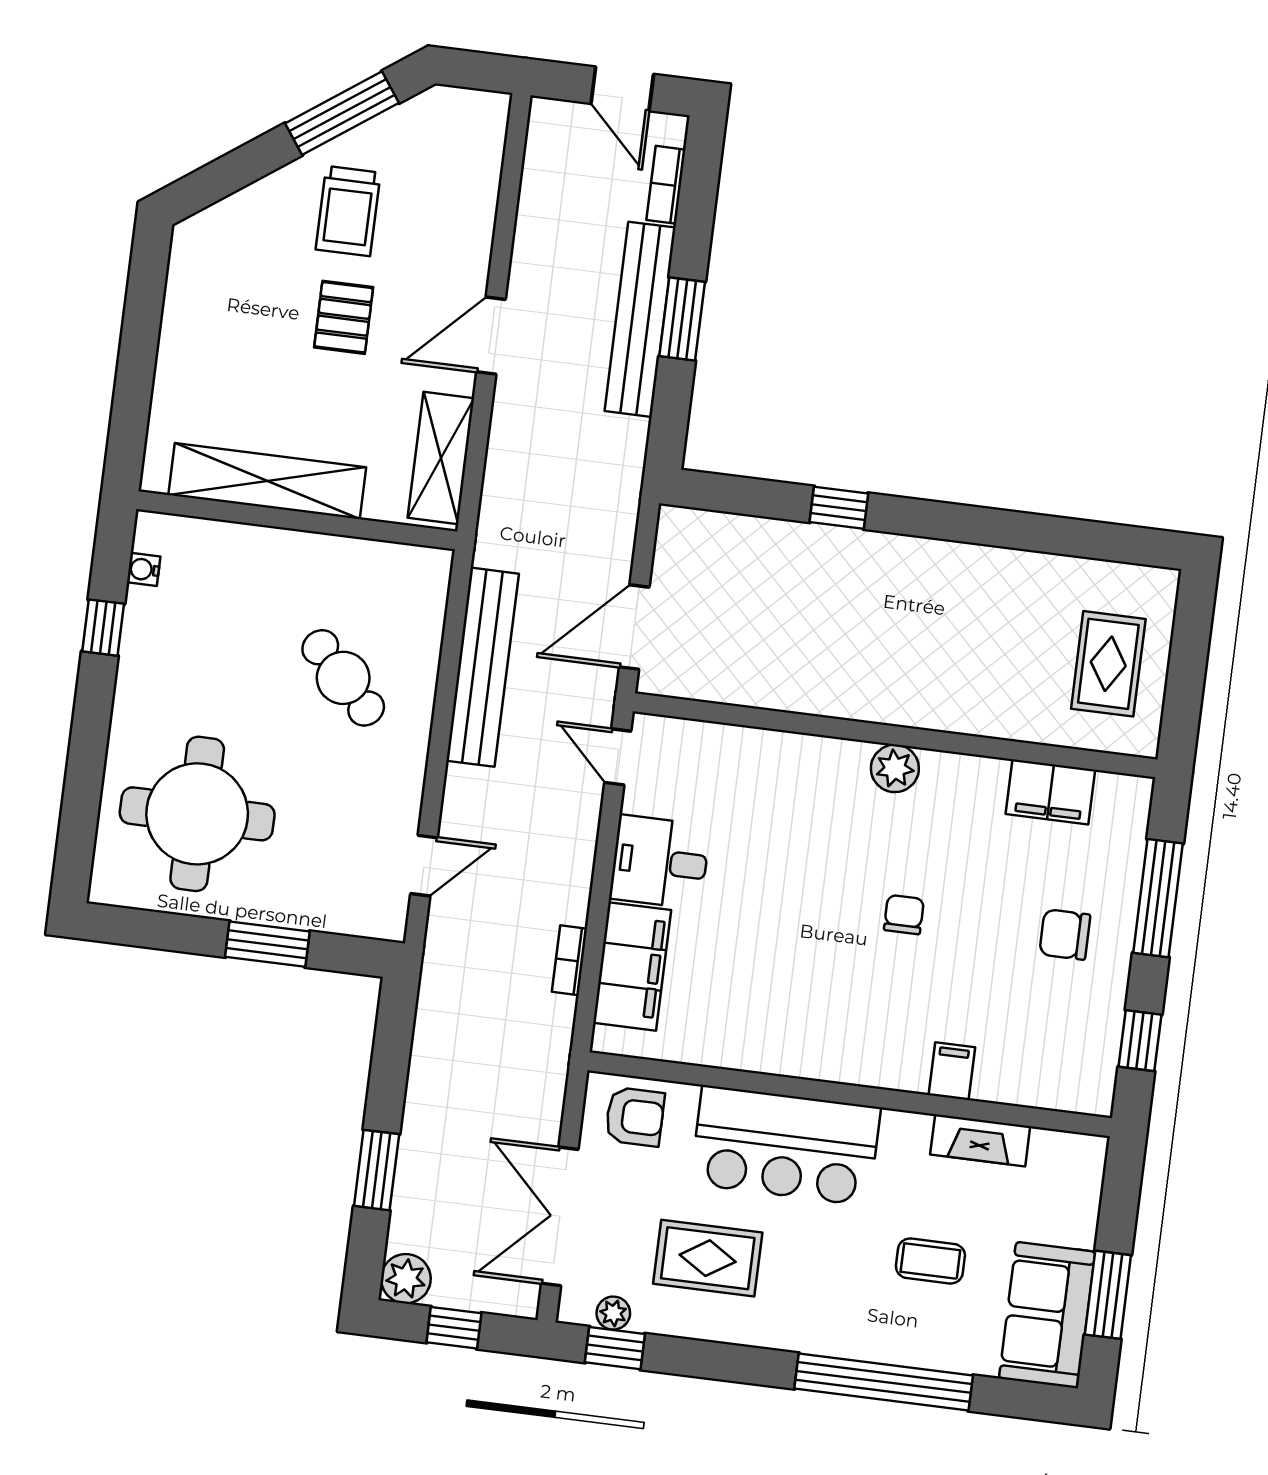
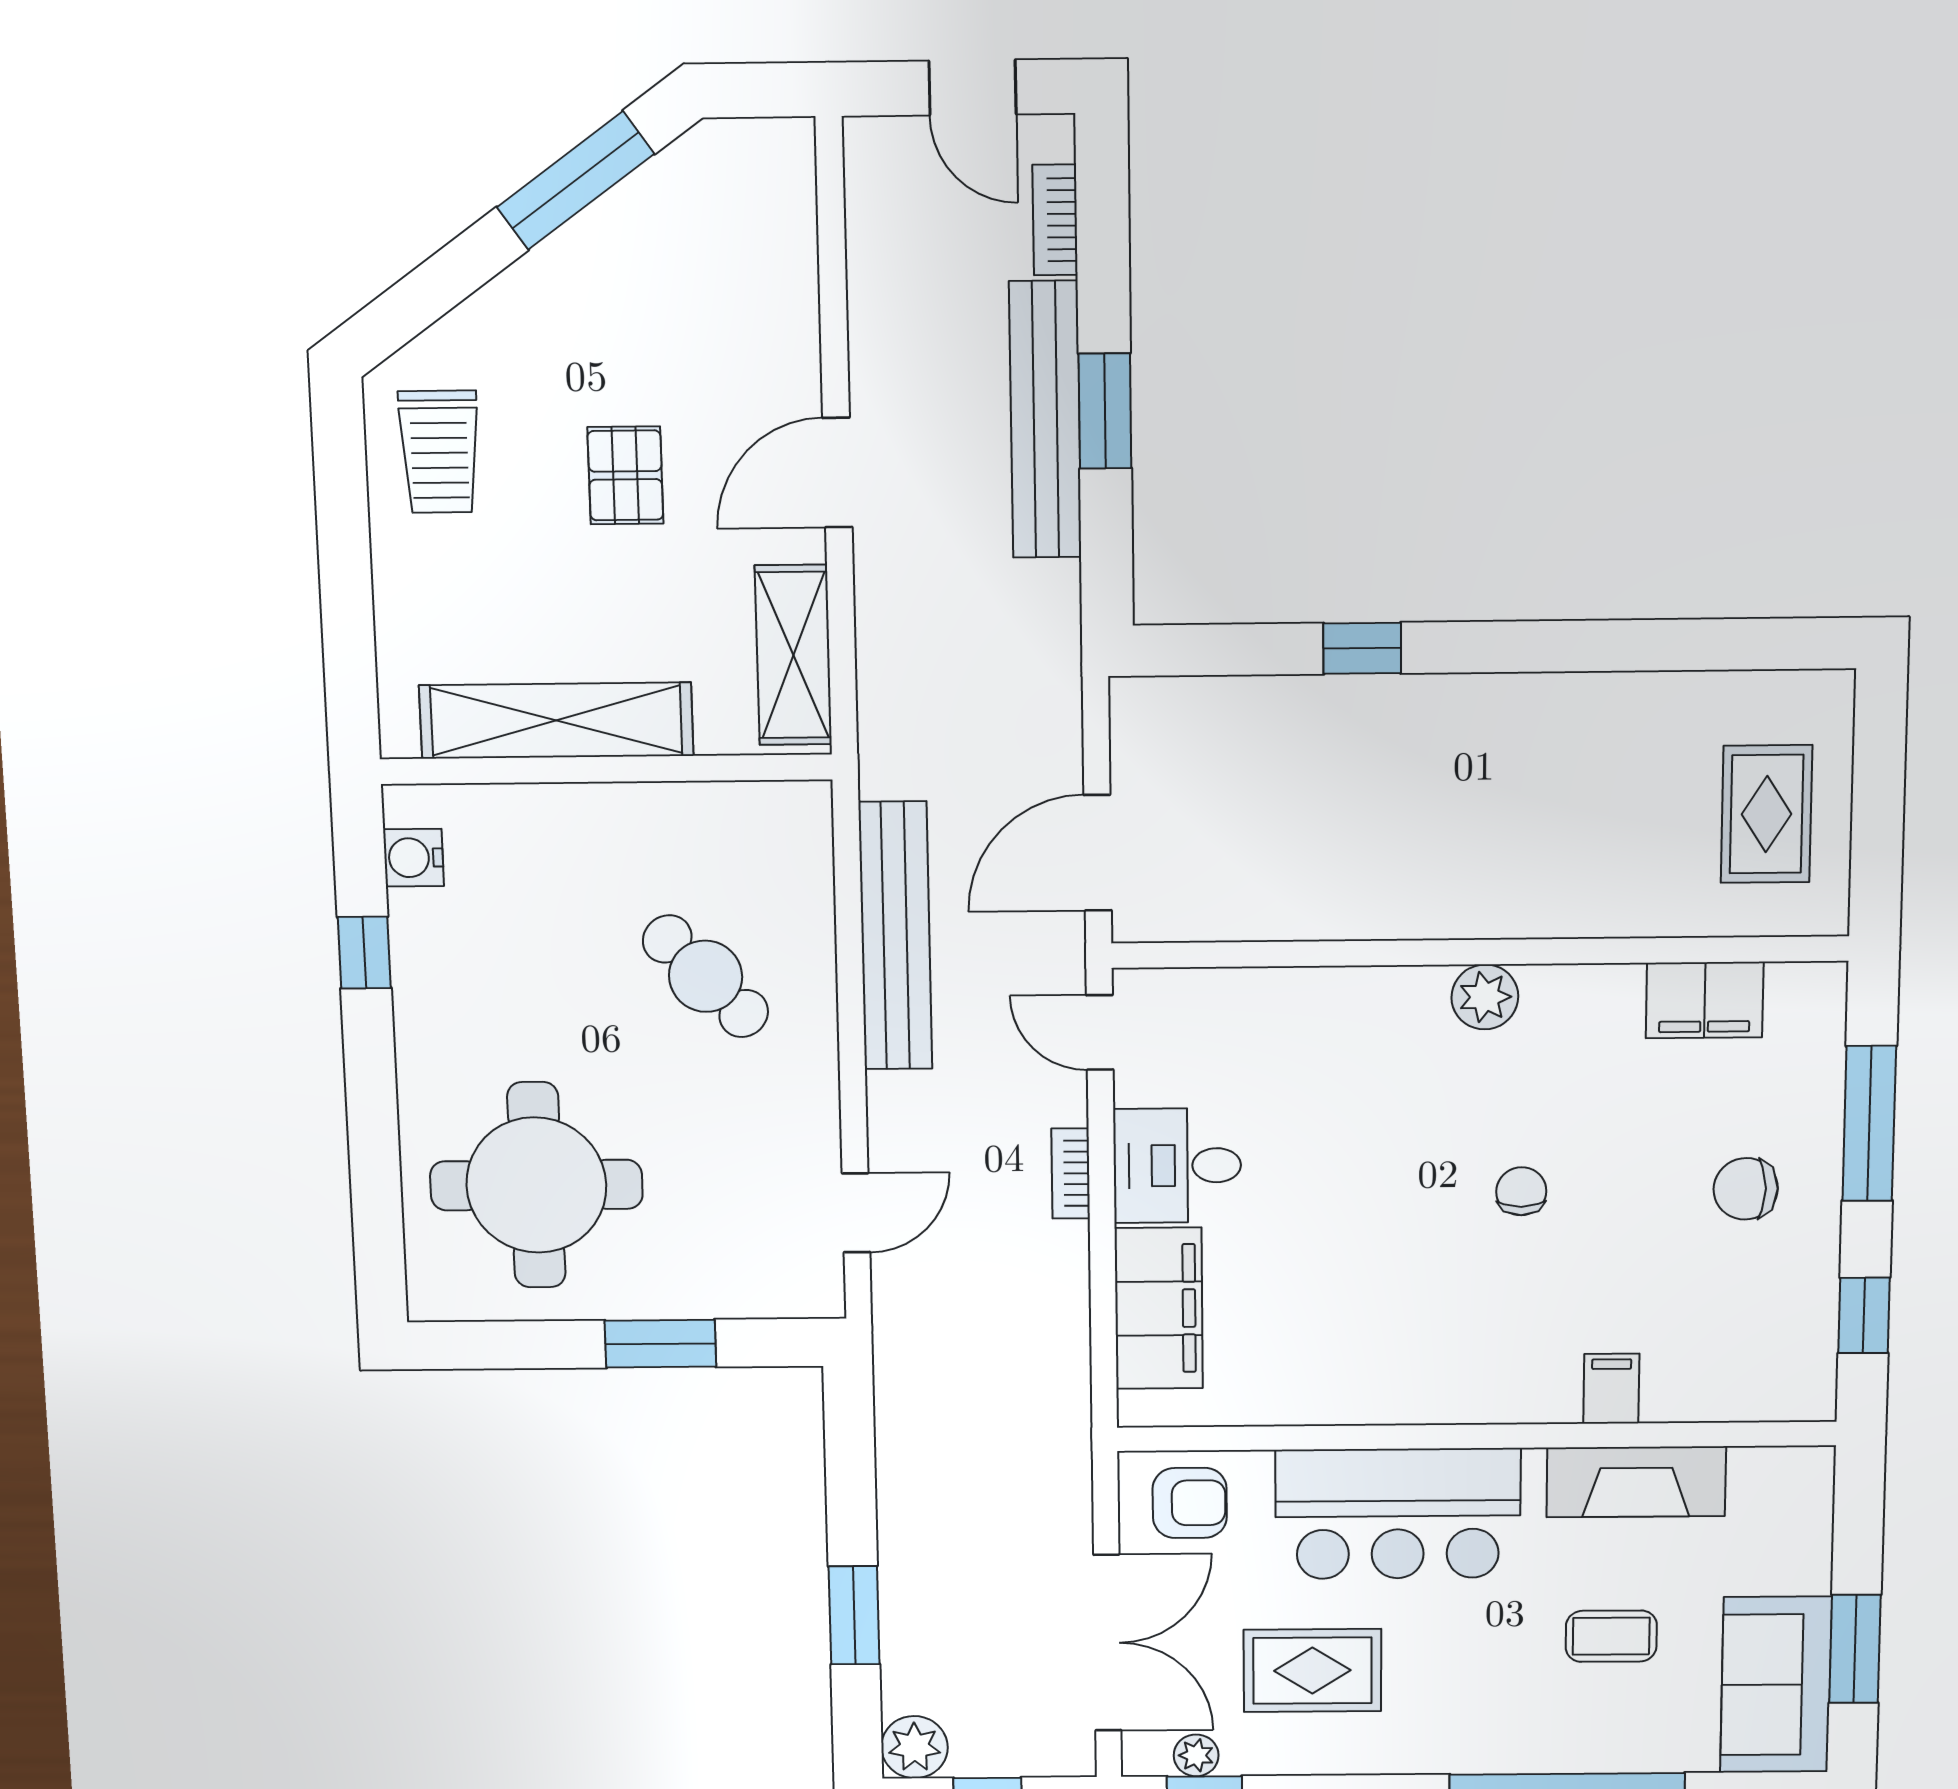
trolley: (348, 211) -> (439, 452), moved
water cooler: (144, 569) -> (414, 858), width x1.38, depth x1.38
bookcase: (570, 960) -> (1071, 1173), moved
fireplace: (980, 1140) -> (1636, 1482), width x1.37, depth x1.32
double door: (560, 1216) -> (1107, 1643), swing flipped

